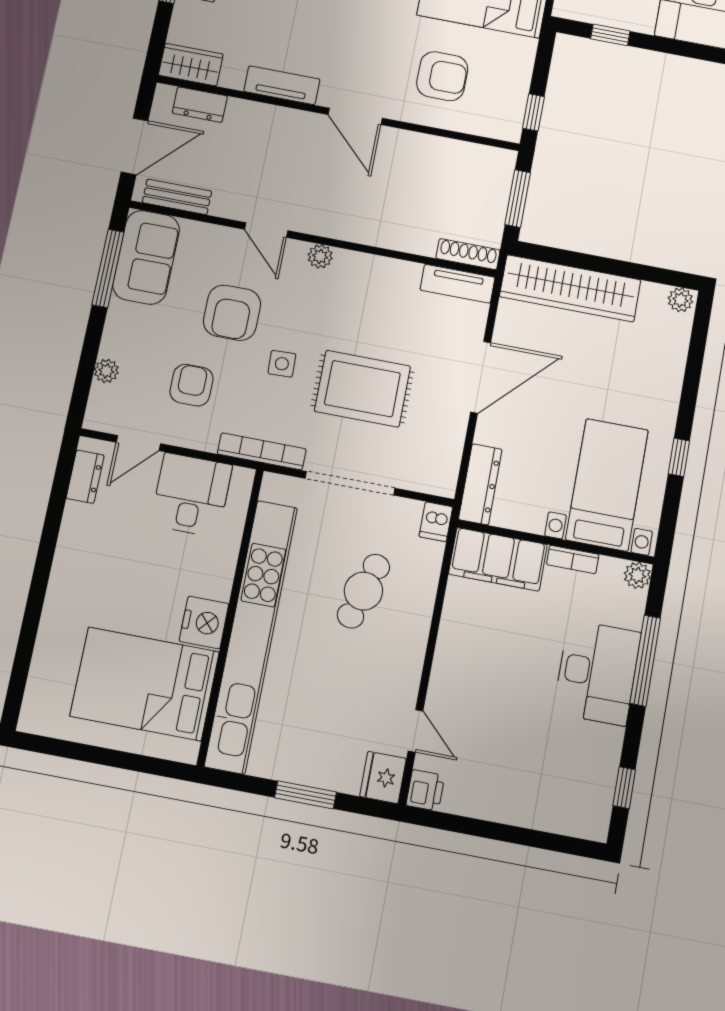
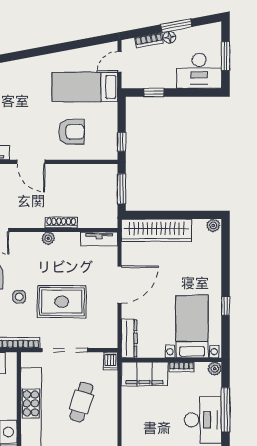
shoe rack: (468, 254) -> (61, 223), moved
plant: (320, 256) -> (48, 238), moved

